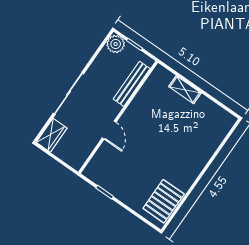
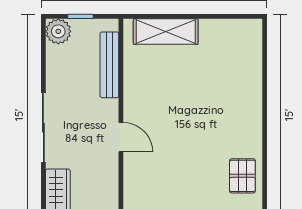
shelving: (185, 90) -> (166, 32), width x1.50, depth x1.33
pallet: (164, 201) -> (242, 176), width x0.67, depth x0.71

